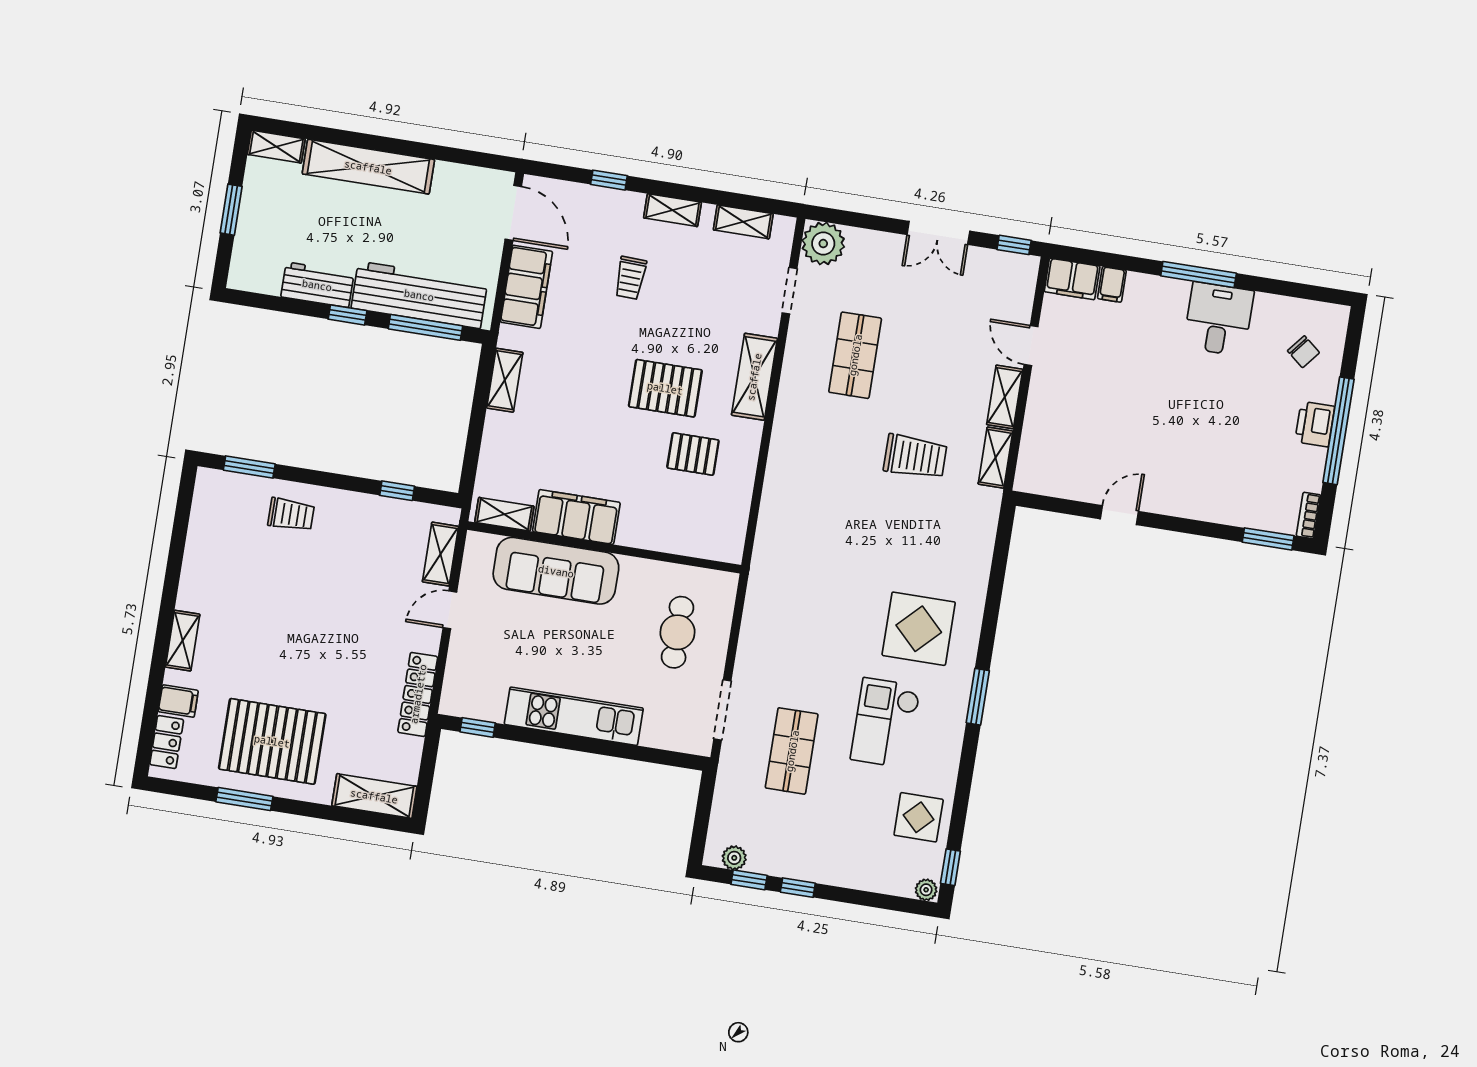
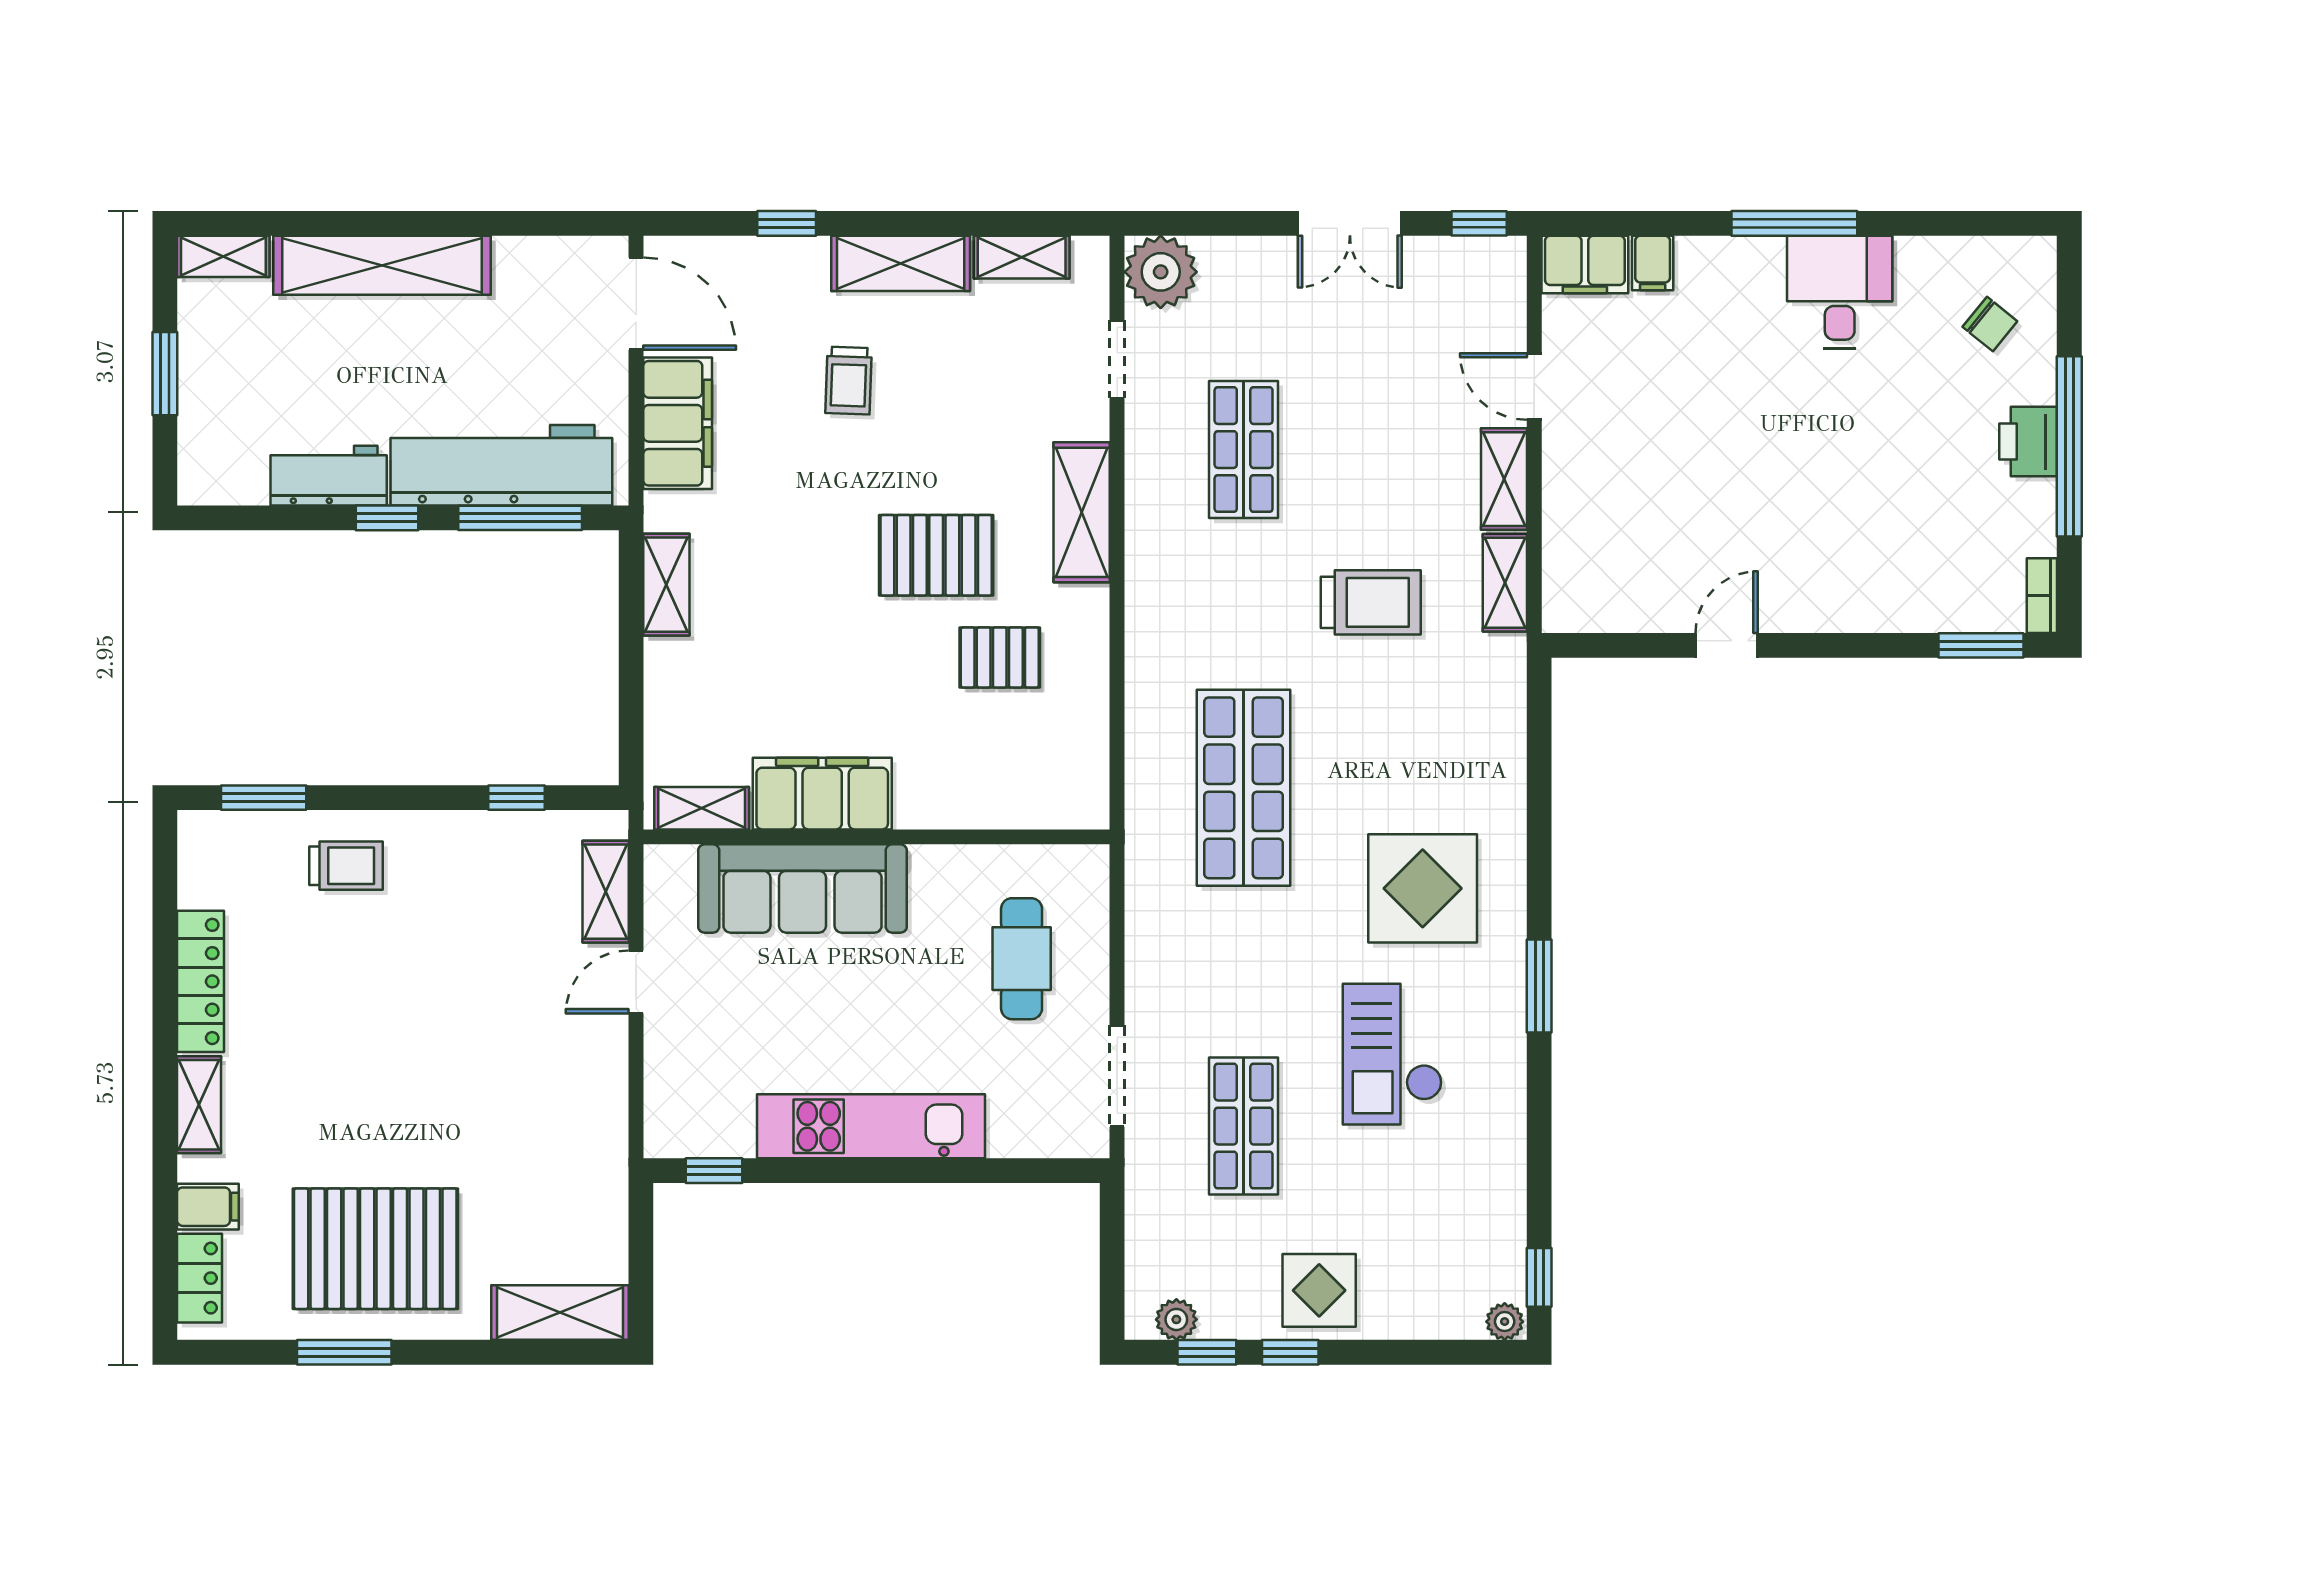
shelving: (673, 210) -> (901, 263), width x1.50, depth x1.33
shop shelf: (823, 553) -> (1244, 788), added
locker: (418, 694) -> (201, 981), moved, turned 180
display table: (919, 817) -> (1319, 1290), moved

